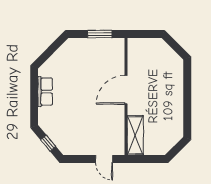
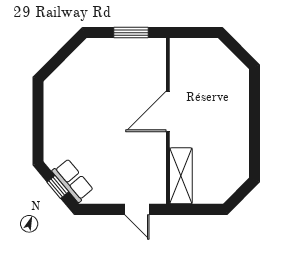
row of seats: (45, 92) -> (73, 180), moved, turned -40

